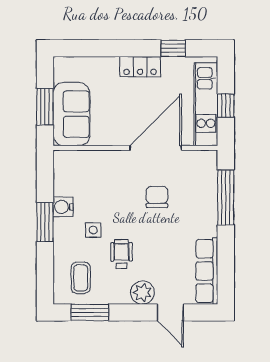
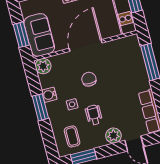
door: (156, 148) -> (86, 46), moved
plant: (65, 162) -> (43, 66), added
chair: (157, 197) -> (89, 79), moved

